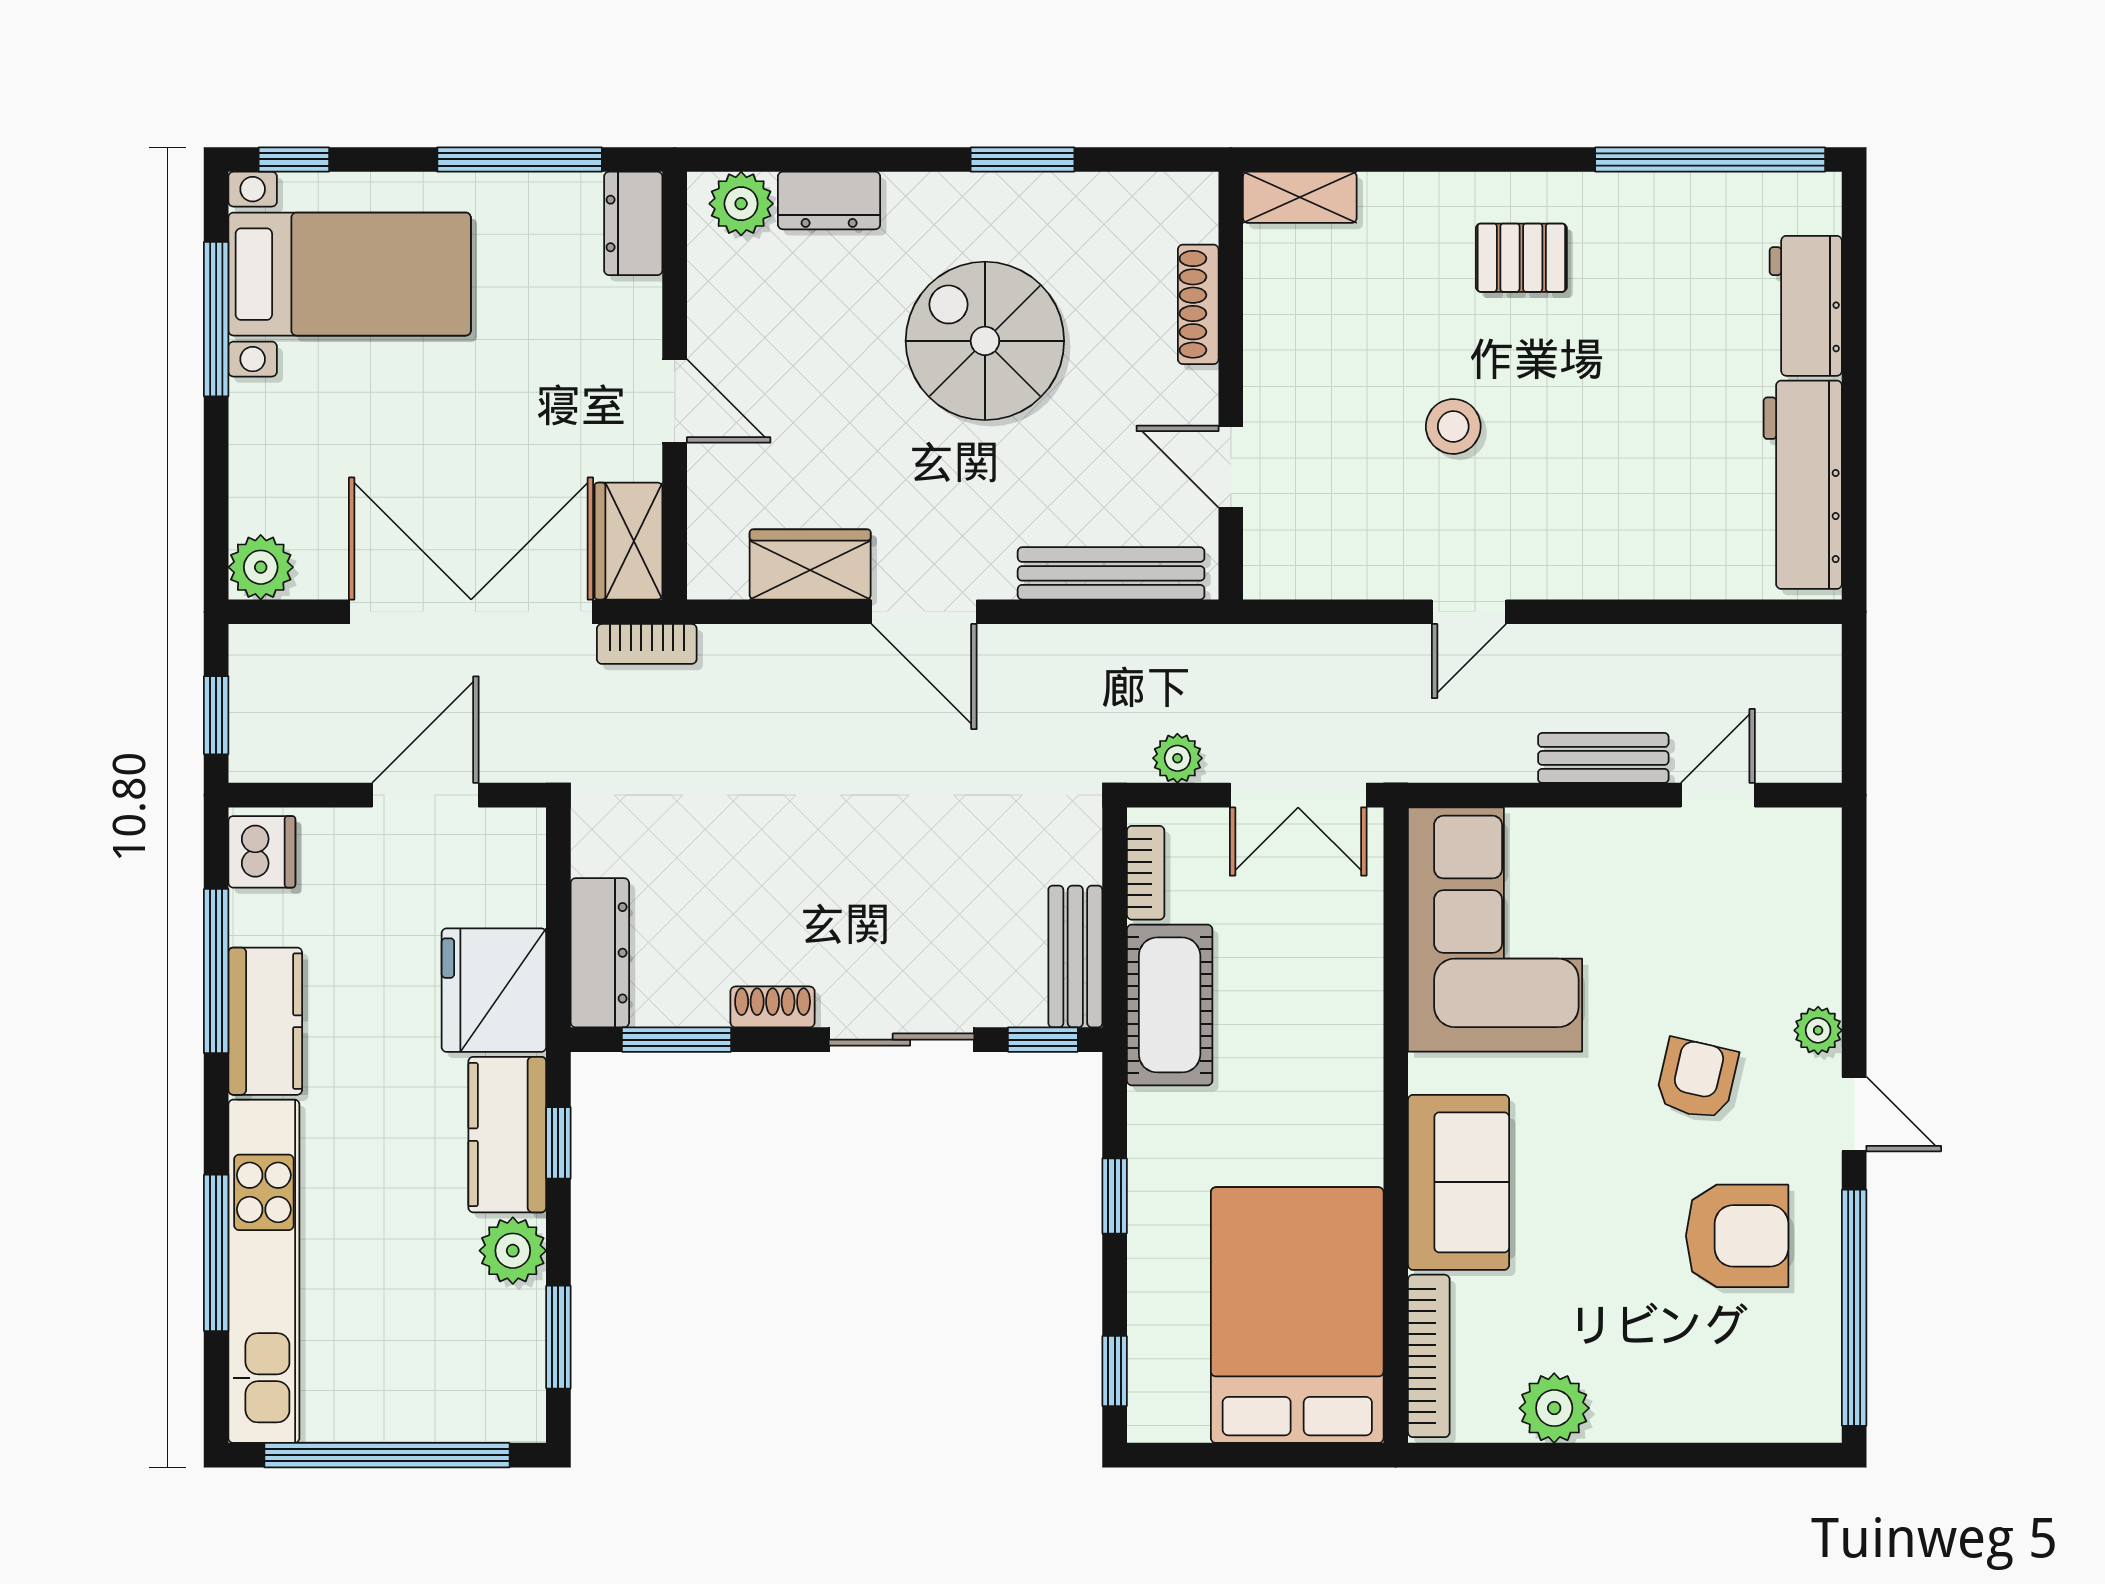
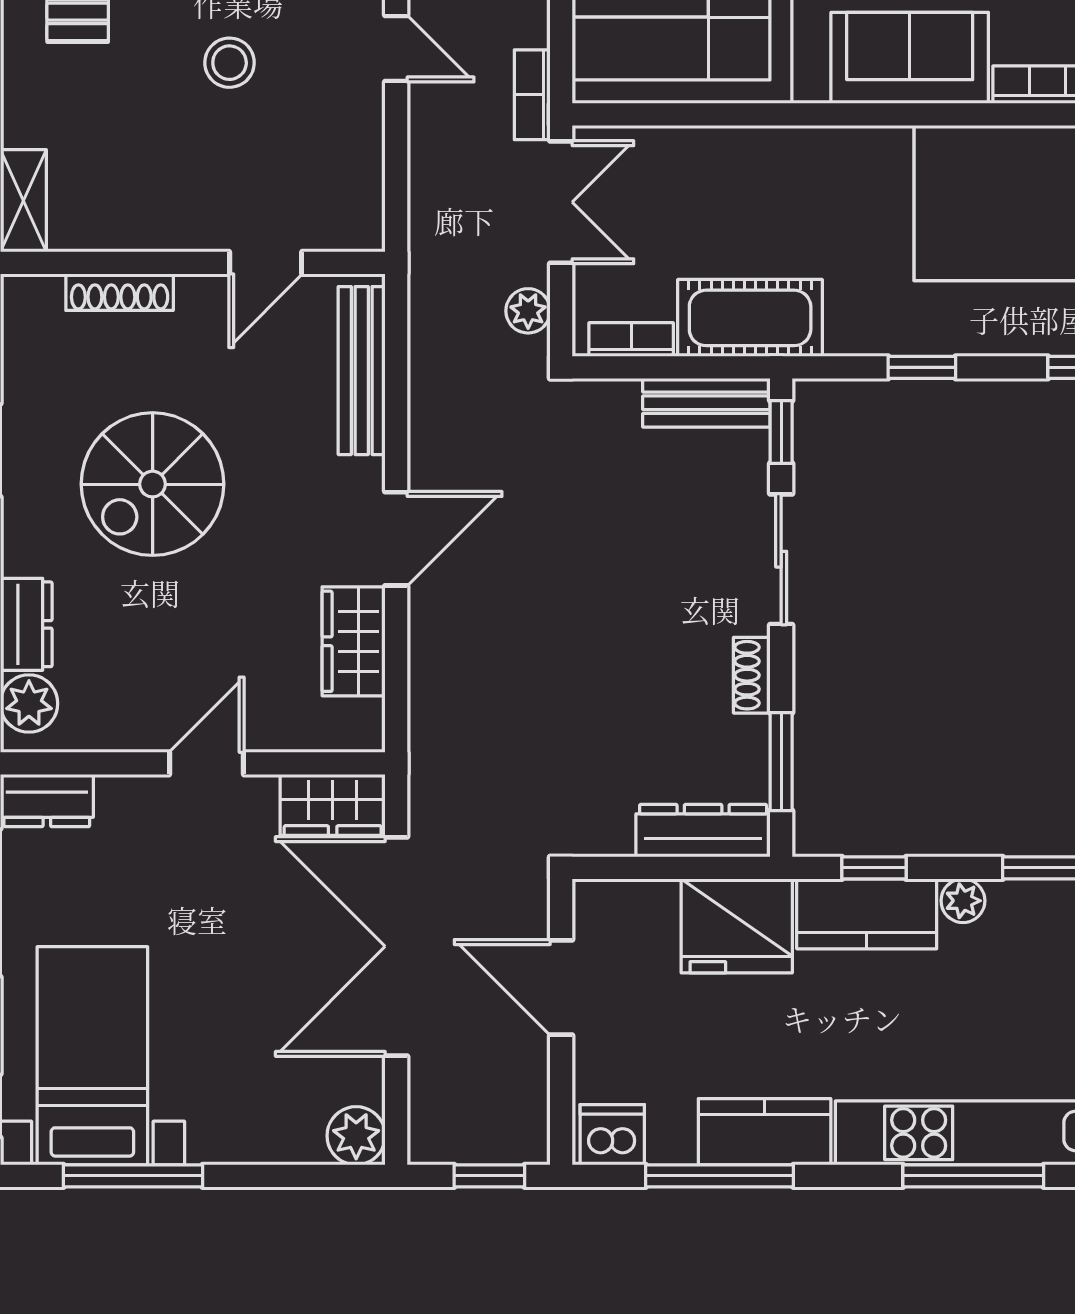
bookcase: (647, 644) -> (532, 95), moved, turned 180
plant: (513, 1251) -> (963, 901), width x0.73, depth x0.73

